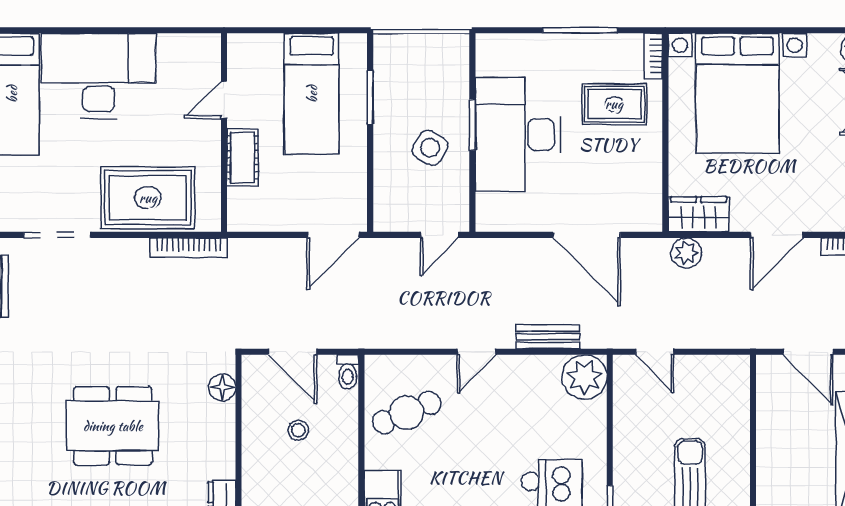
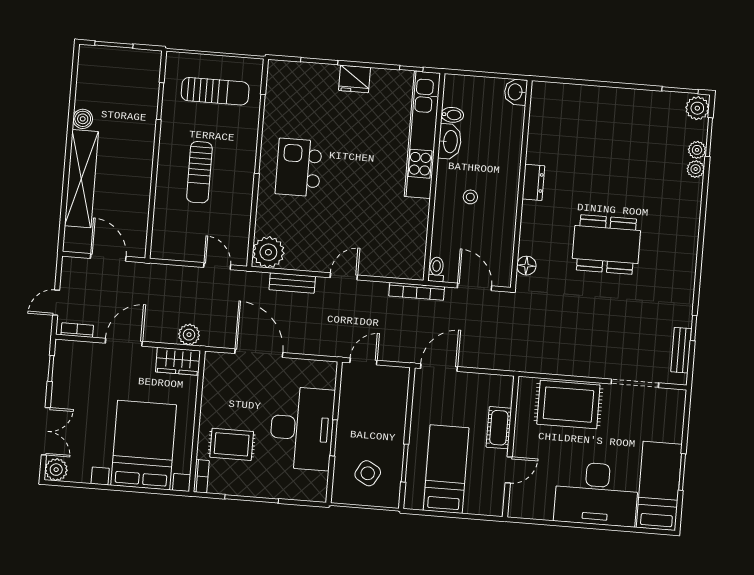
side table: (430, 148) -> (368, 473), moved
bookcase: (188, 248) -> (417, 291), moved, turned 180
cafe table: (407, 413) -> (397, 237), removed
stool: (298, 430) -> (470, 197), moved

